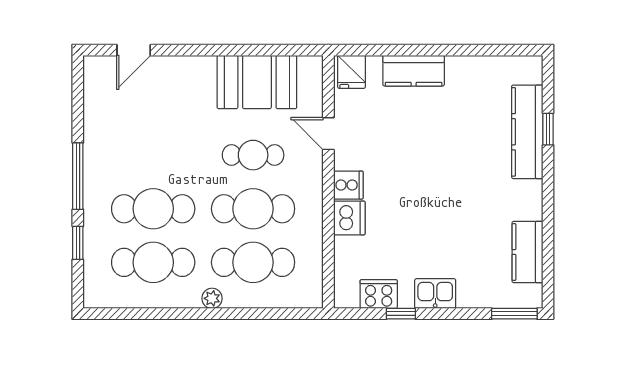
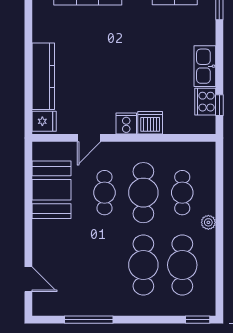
kitchen counter: (414, 71) -> (43, 76), width x1.50
window: (78, 176) -> (89, 320), moved
window: (78, 243) -> (198, 320), moved
cafe table: (253, 262) -> (182, 193), width x0.73, depth x0.74
kitchen sink: (435, 294) -> (205, 66), width x1.38
window: (401, 314) -> (219, 105), moved

